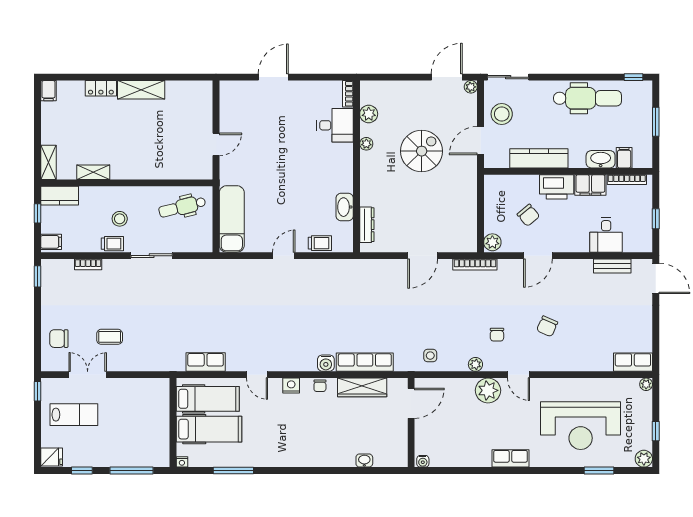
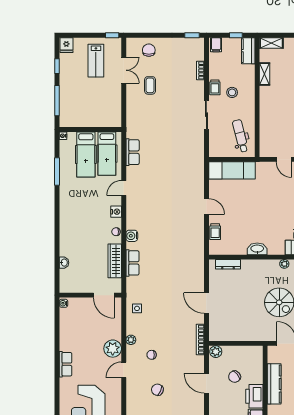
washbasin: (345, 207) -> (257, 249), moved
row of seats: (365, 362) -> (132, 263), width x0.68

